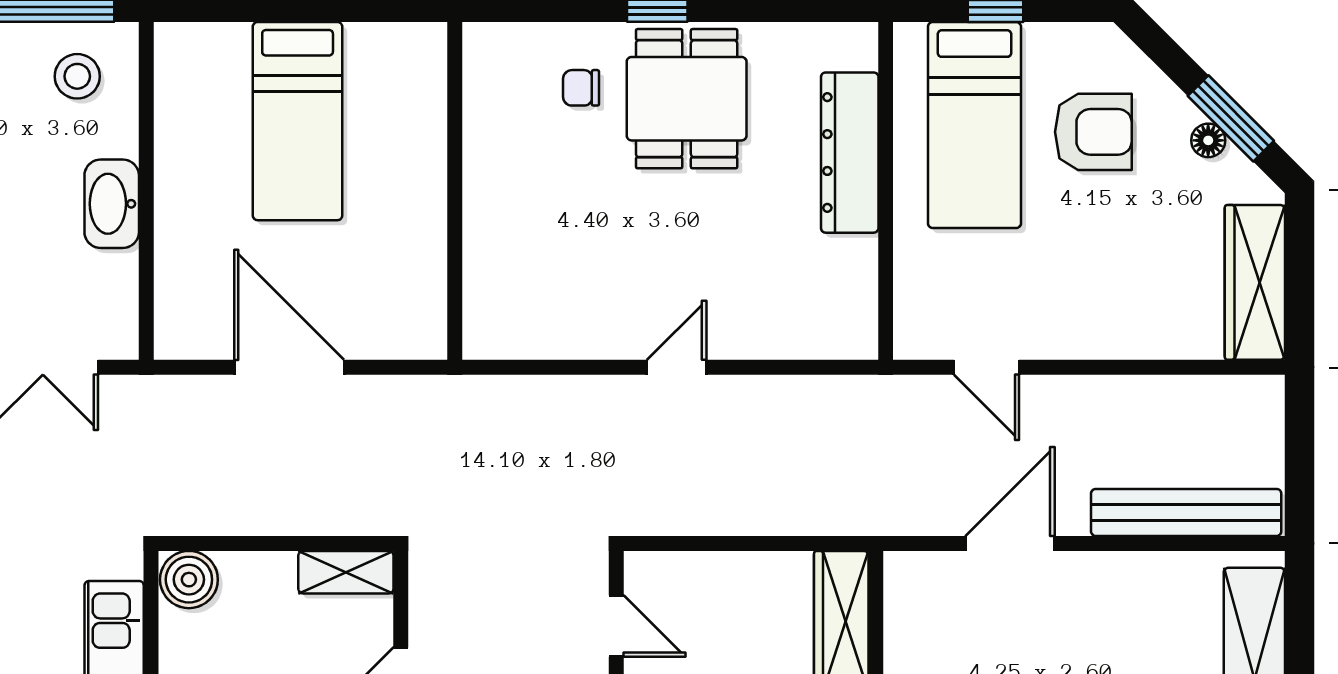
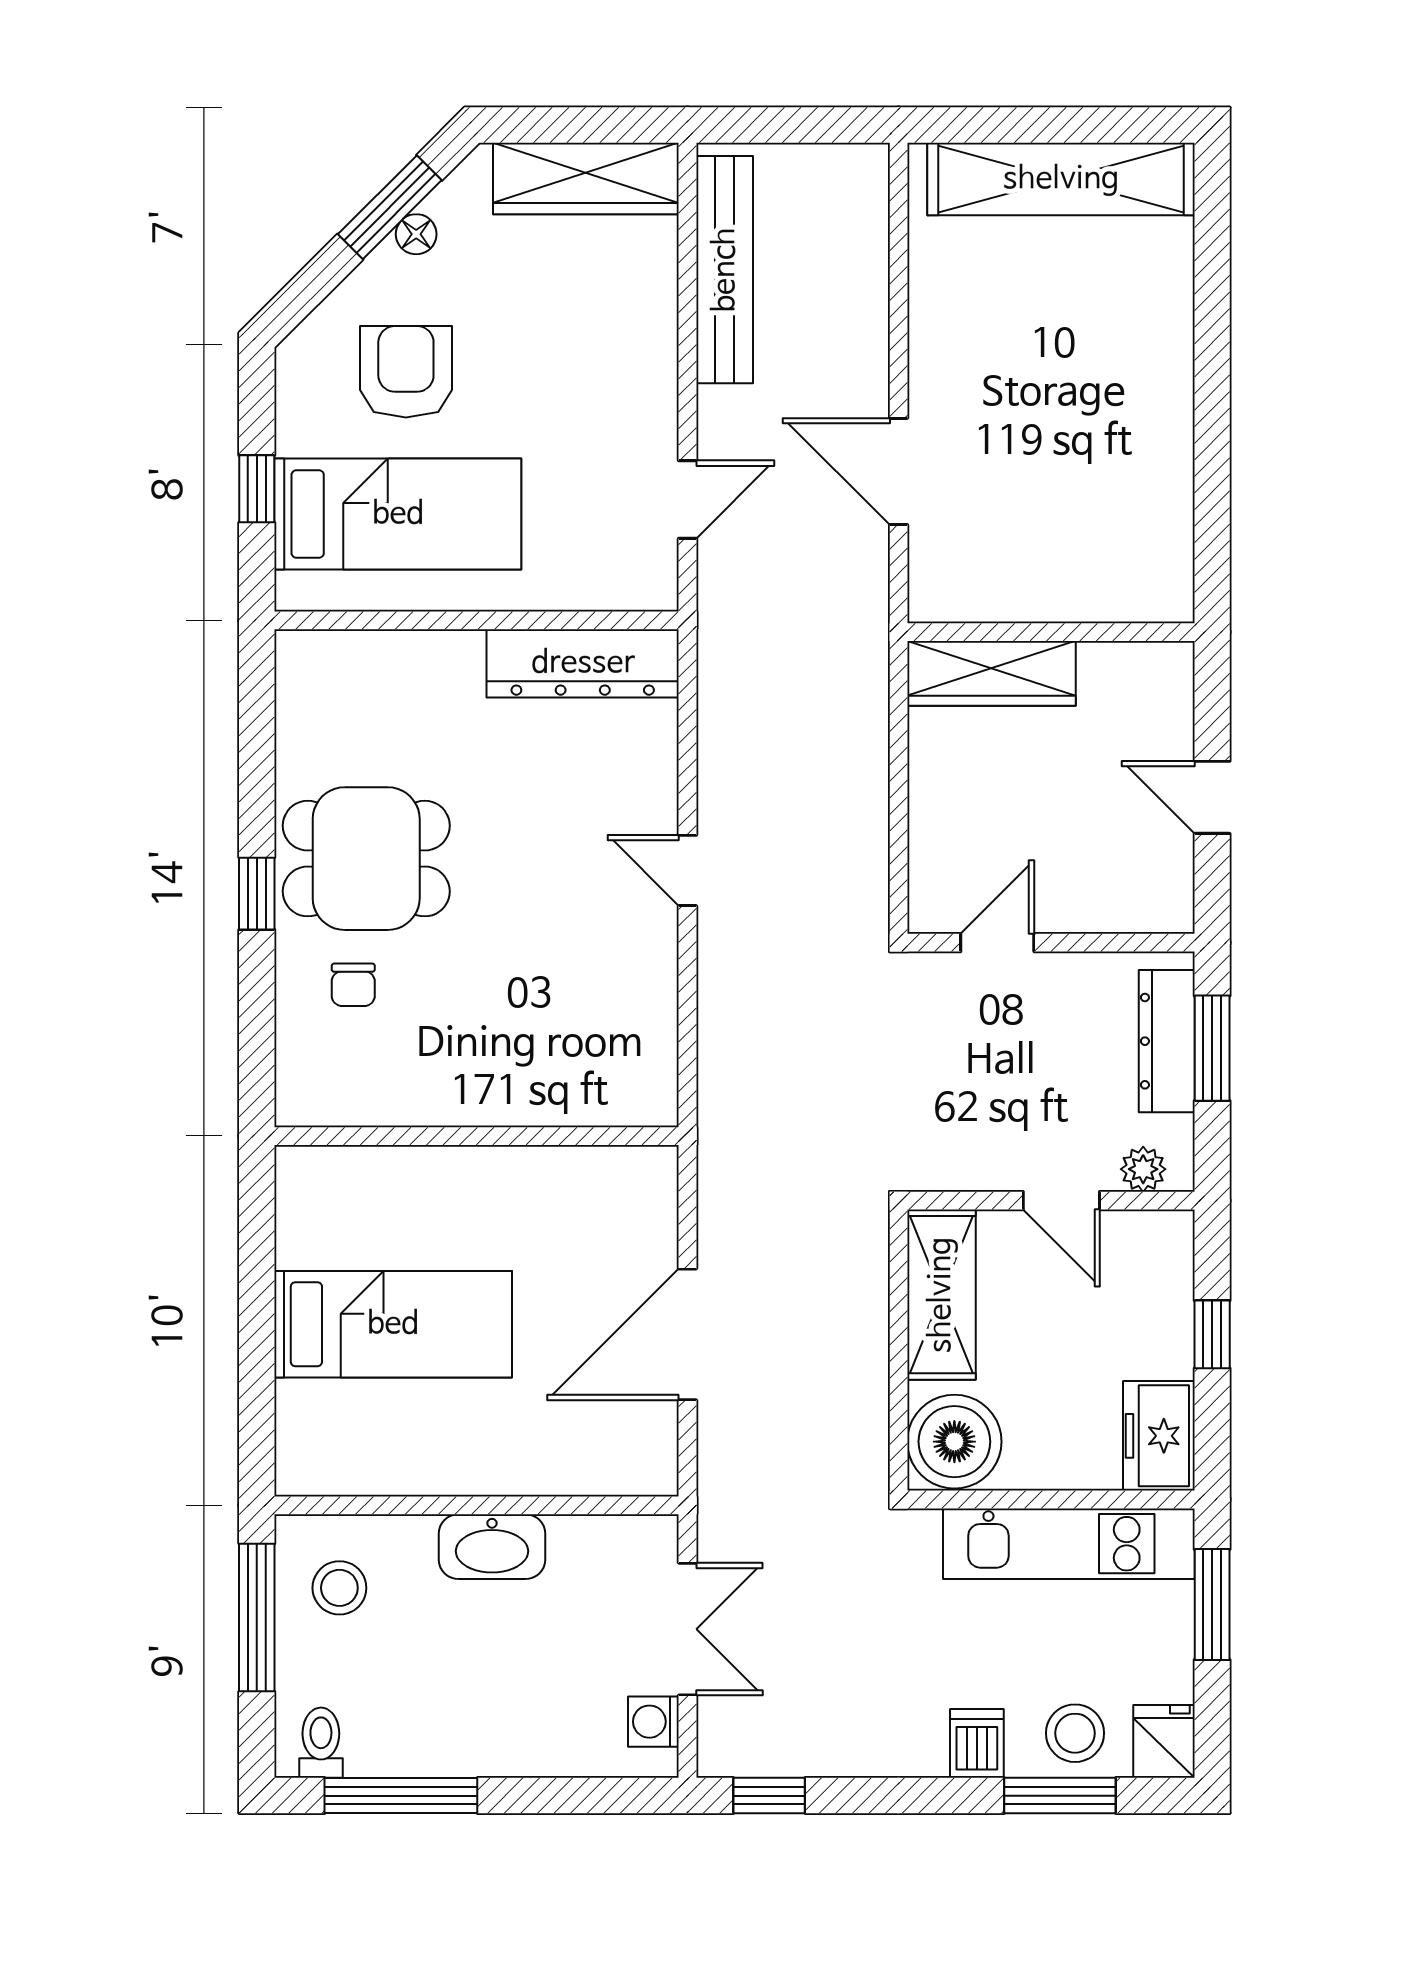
dresser: (850, 153) -> (583, 663), moved
bench: (1186, 512) -> (725, 270), moved
shelving: (346, 572) -> (941, 1295), width x1.50, depth x1.33
boiler: (189, 580) -> (954, 1442), width x1.37, depth x1.37

